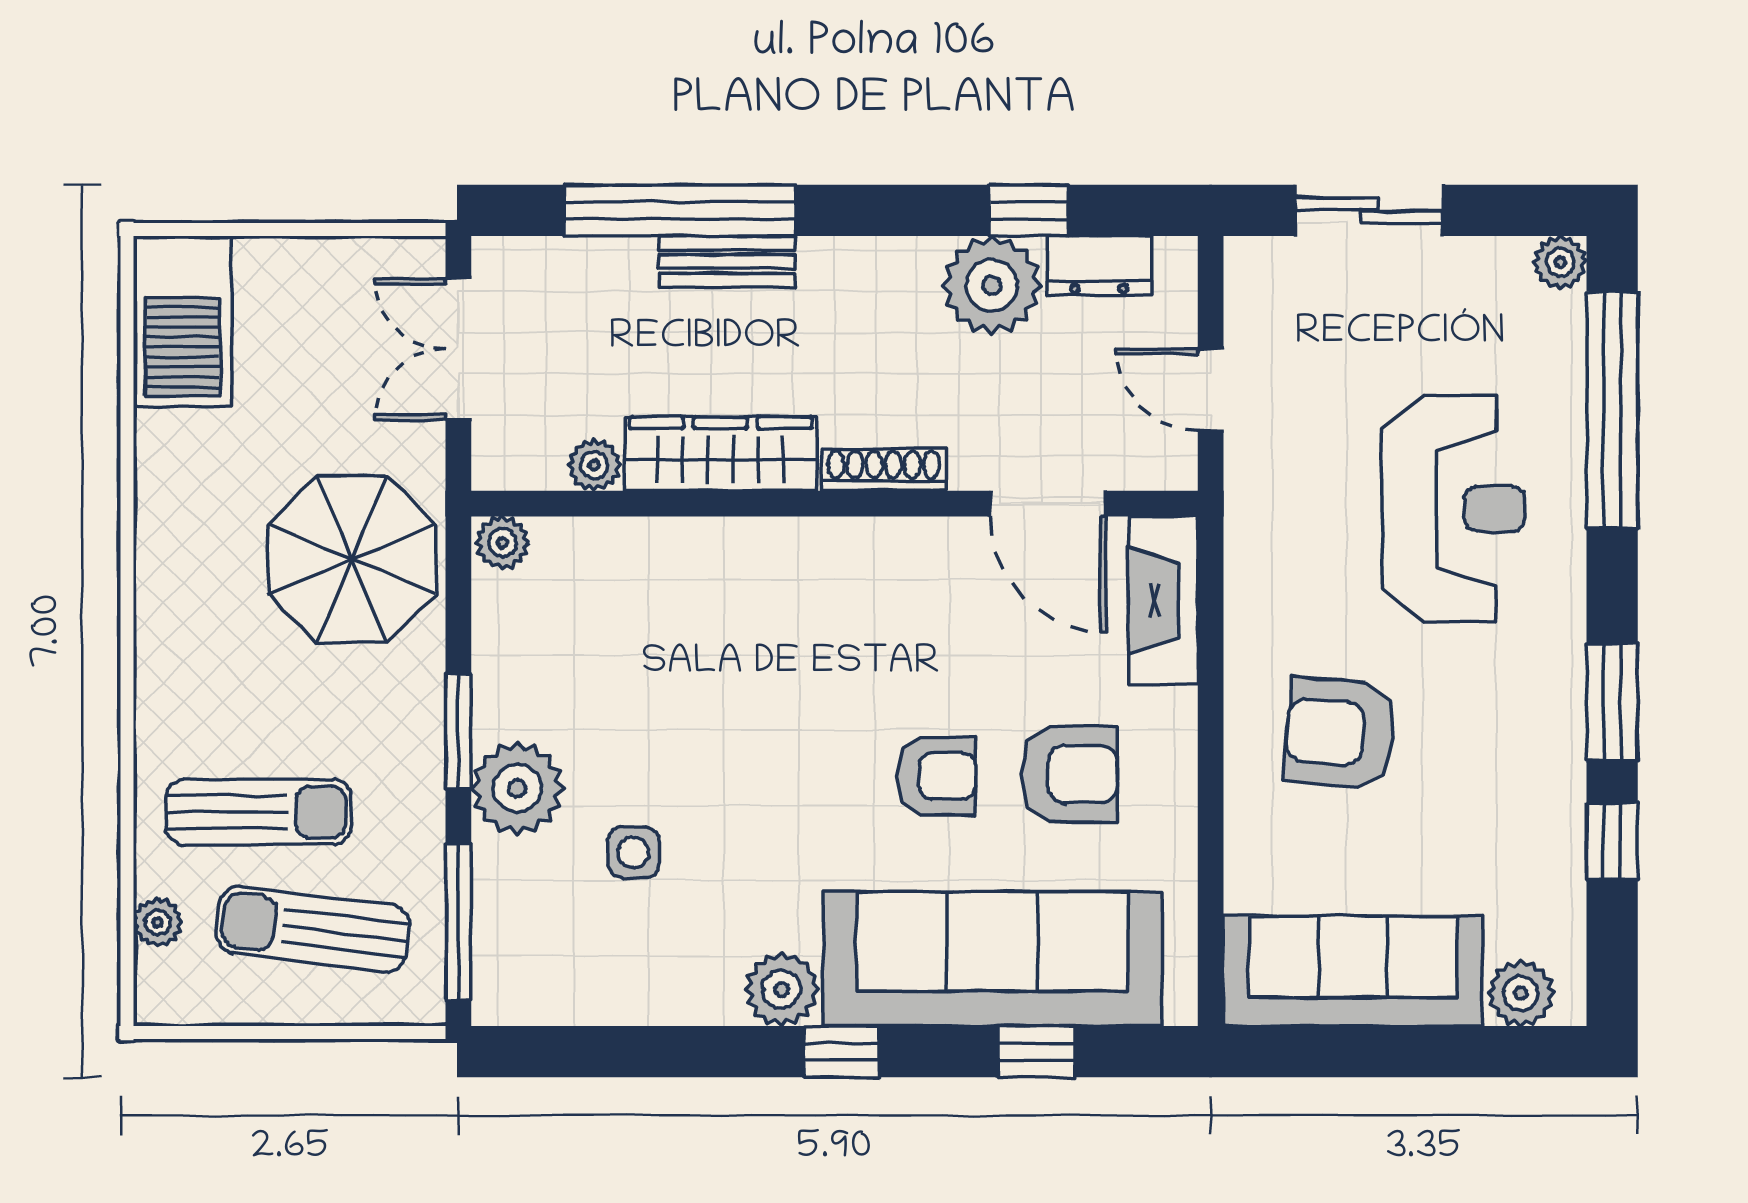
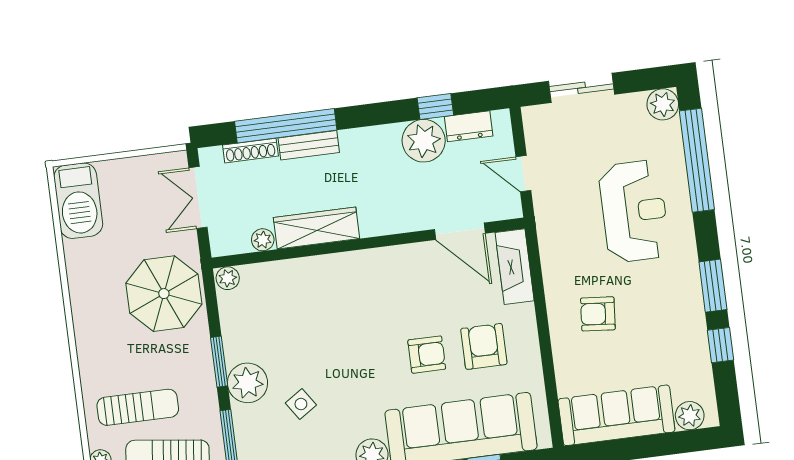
plant: (1560, 262) -> (663, 104), width x1.38, depth x1.38
shoe rack: (884, 470) -> (250, 151), moved, turned 180
armchair: (1340, 733) -> (598, 314), width x0.72, depth x0.72
armchair: (1069, 774) -> (484, 346), turned -90
side table: (633, 853) -> (301, 404), turned -34

